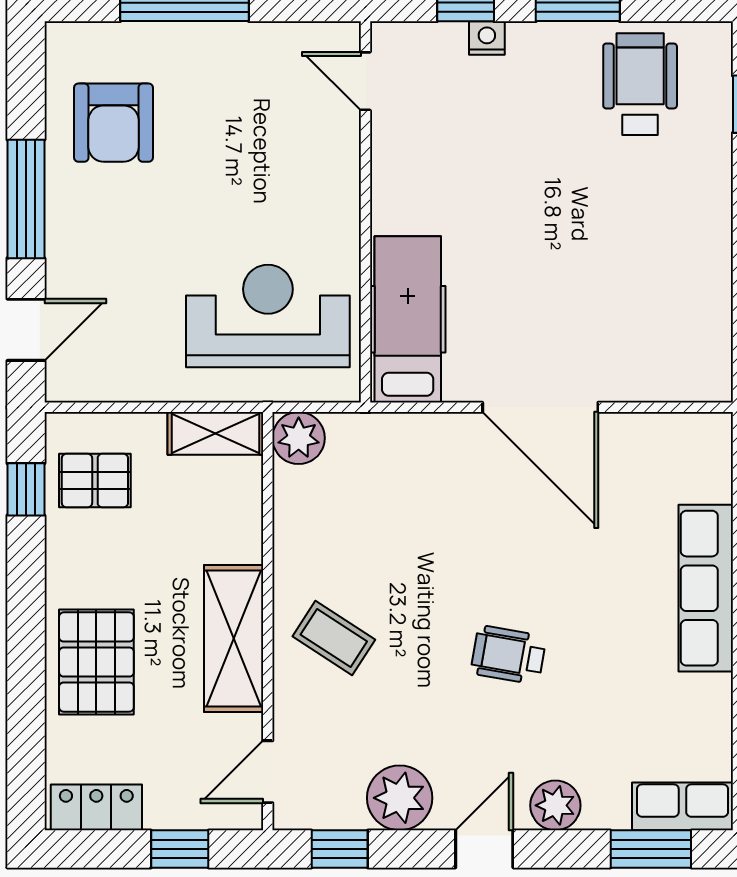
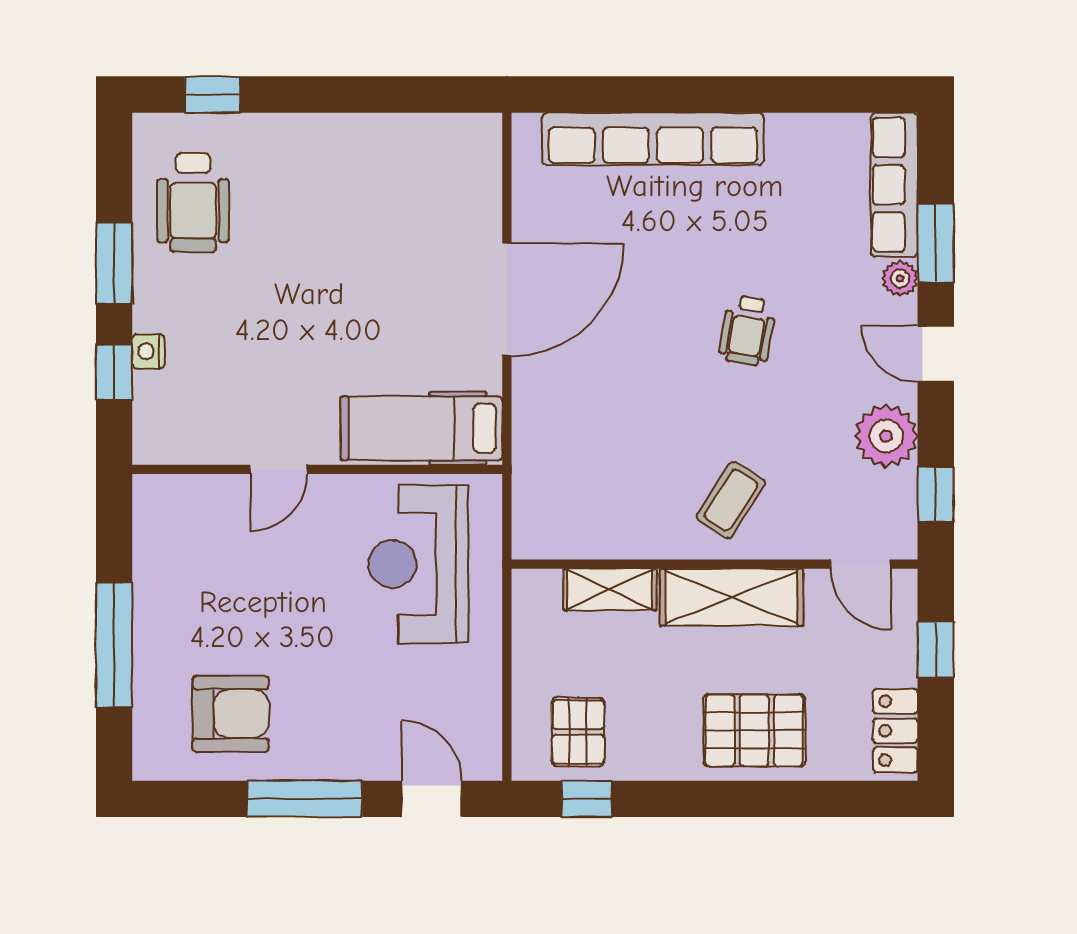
door: (365, 81) -> (279, 469), moved
wheelchair: (640, 84) -> (193, 203), turned -90
shelving: (215, 433) -> (610, 589), moved, turned 90
plant: (299, 438) -> (537, 534), removed
row of seats: (706, 588) -> (653, 139), width x1.36
plant: (555, 805) -> (900, 278), width x0.73, depth x0.73
row of seats: (682, 806) -> (894, 185), width x1.48
window: (651, 849) -> (936, 243), moved

